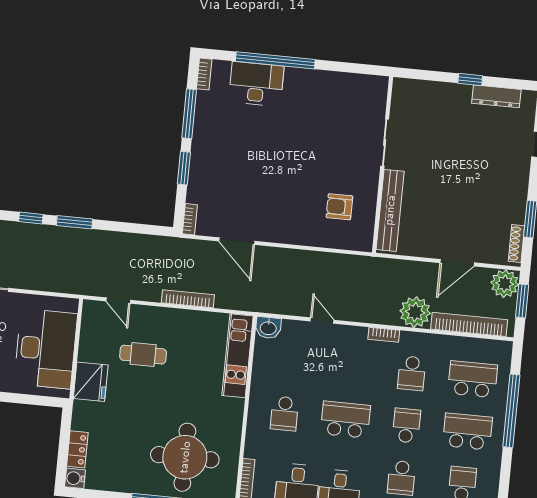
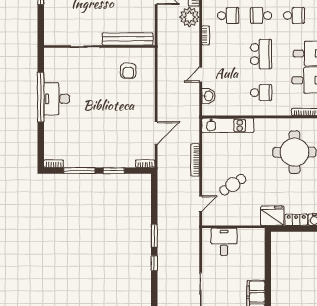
window: (275, 60) -> (41, 97), moved
desk: (256, 84) -> (57, 99), moved
washbasin: (268, 328) -> (208, 96), moved
desk: (46, 349) -> (224, 242), width x0.53, depth x0.77
cafe table: (143, 355) -> (233, 185), turned 56
fridge: (91, 382) -> (272, 216), moved
school desk: (345, 420) -> (261, 54), turned 180

